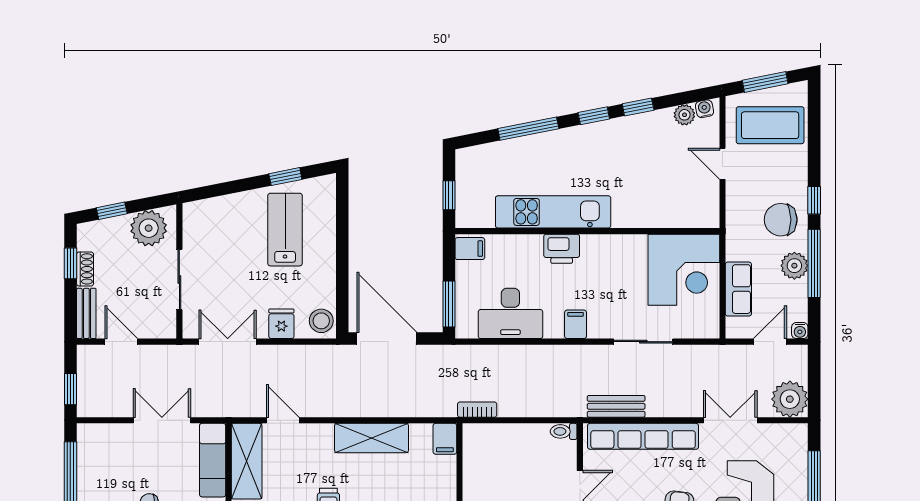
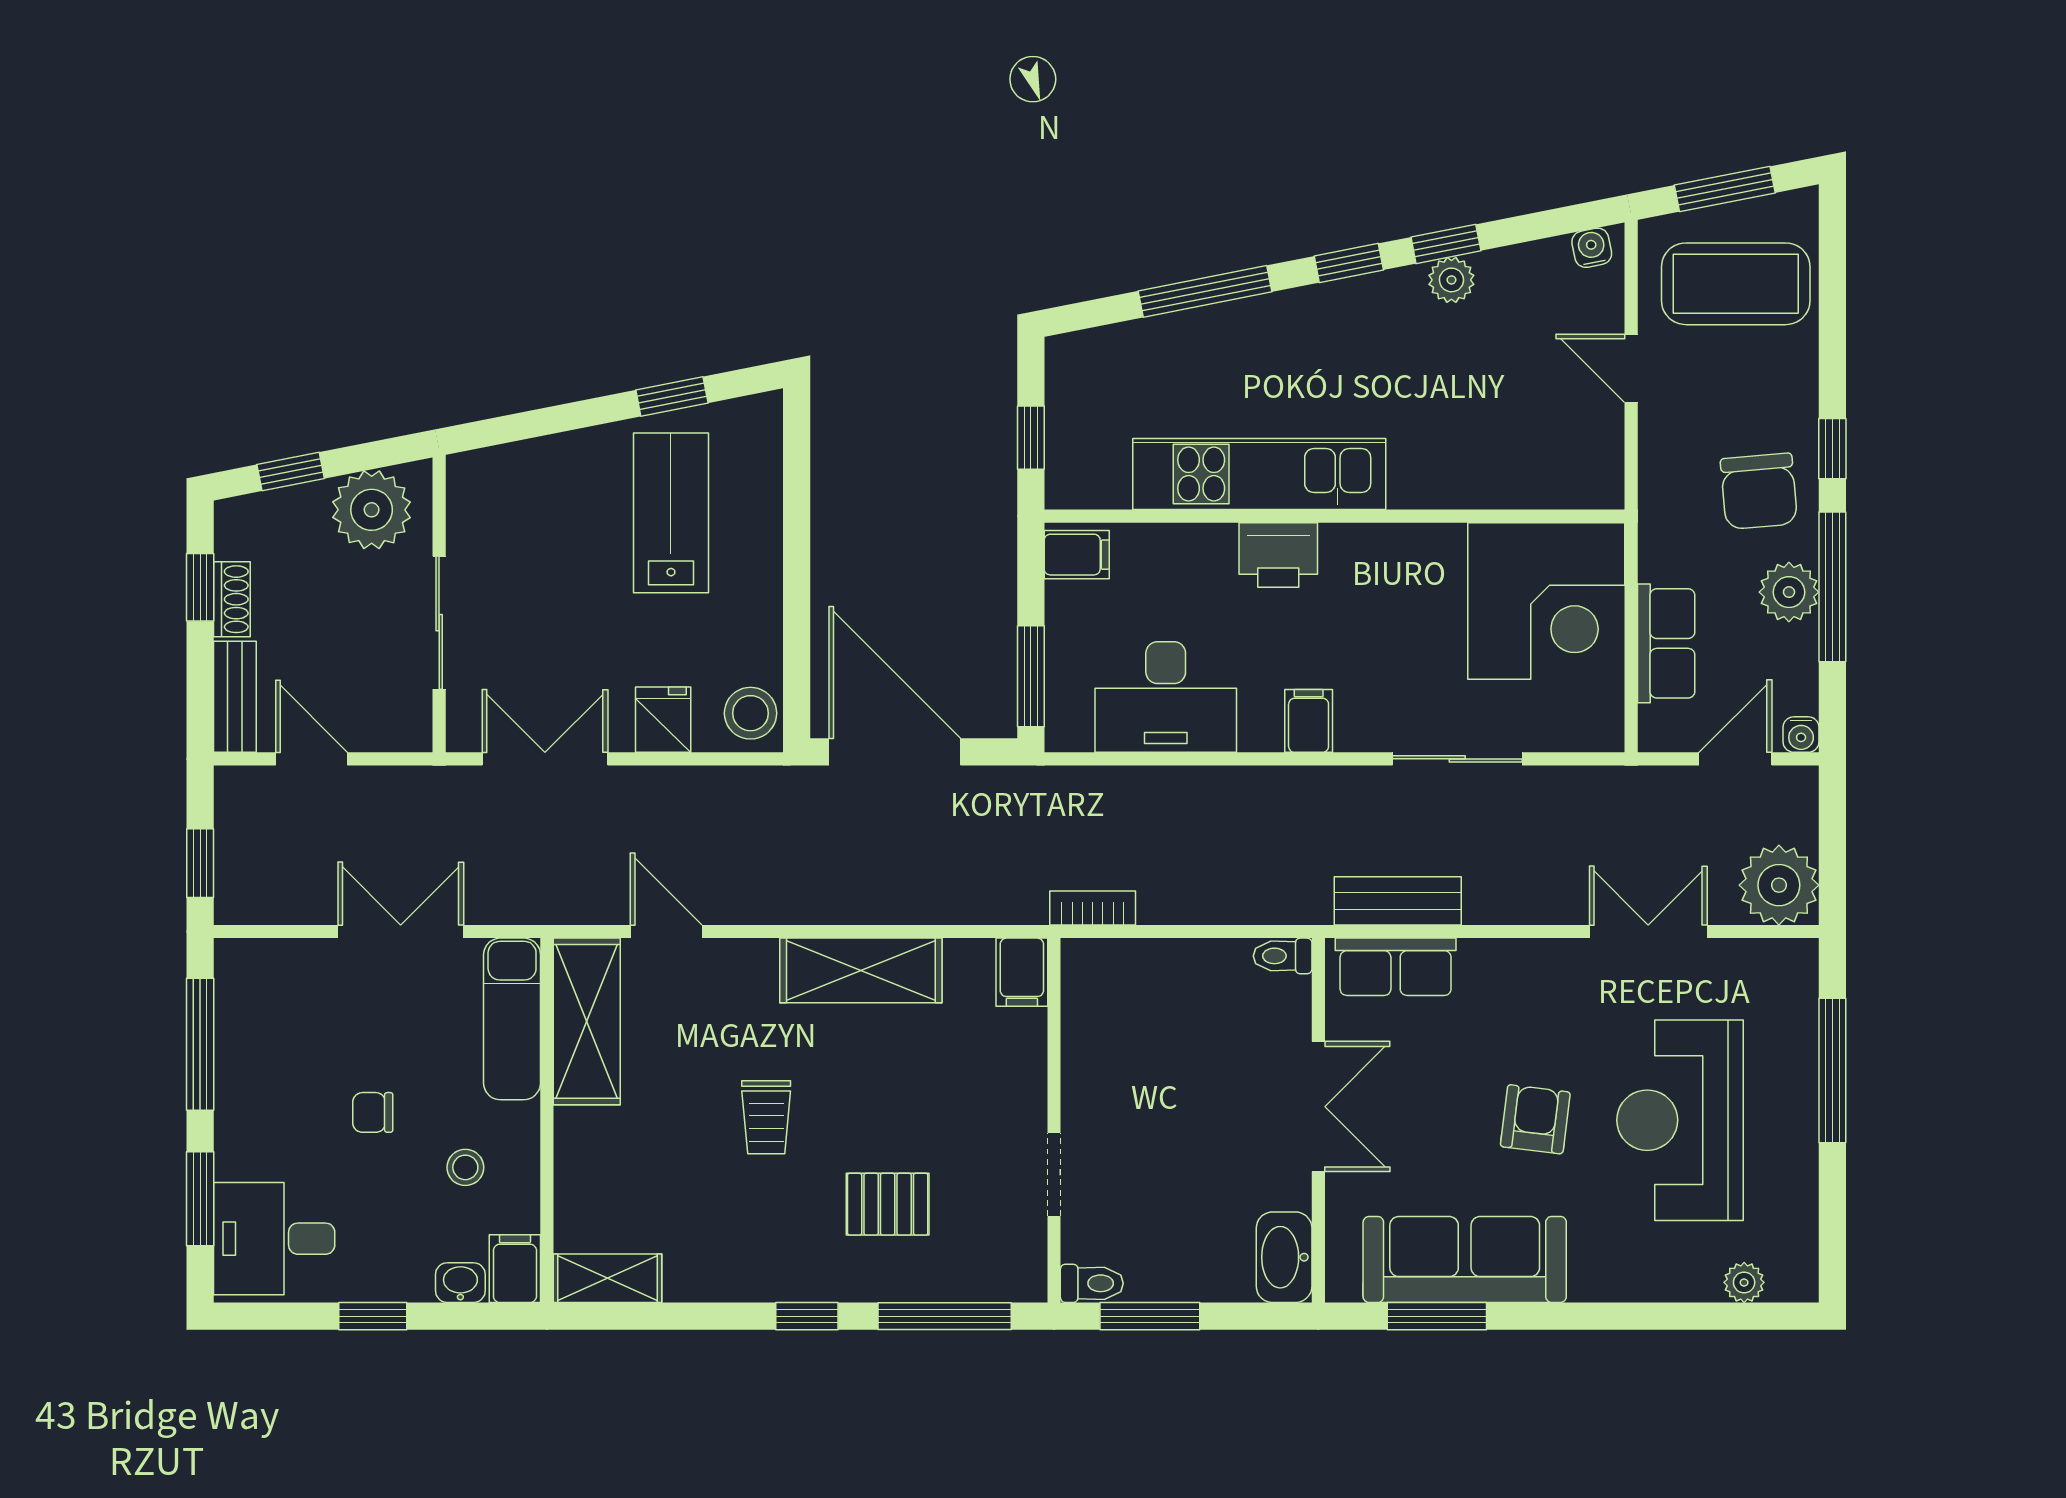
plant: (684, 115) -> (1451, 280), moved
chair: (781, 220) -> (1759, 491), turned -95
row of seats: (643, 436) -> (1396, 967), width x0.50

